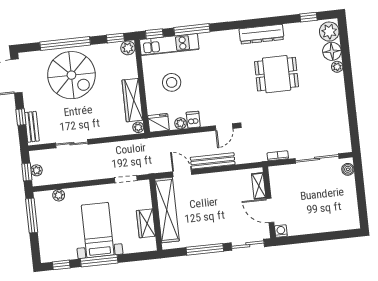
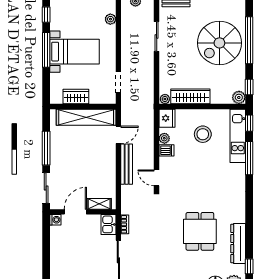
dresser: (261, 34) -> (238, 244), moved
kitchen sink: (280, 173) -> (109, 224), added

